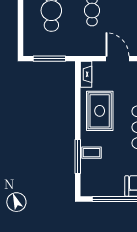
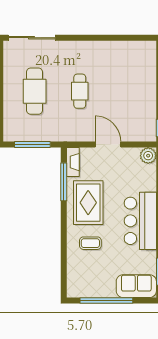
coffee table: (91, 153) -> (90, 243), moved
window: (78, 156) -> (64, 182), moved

